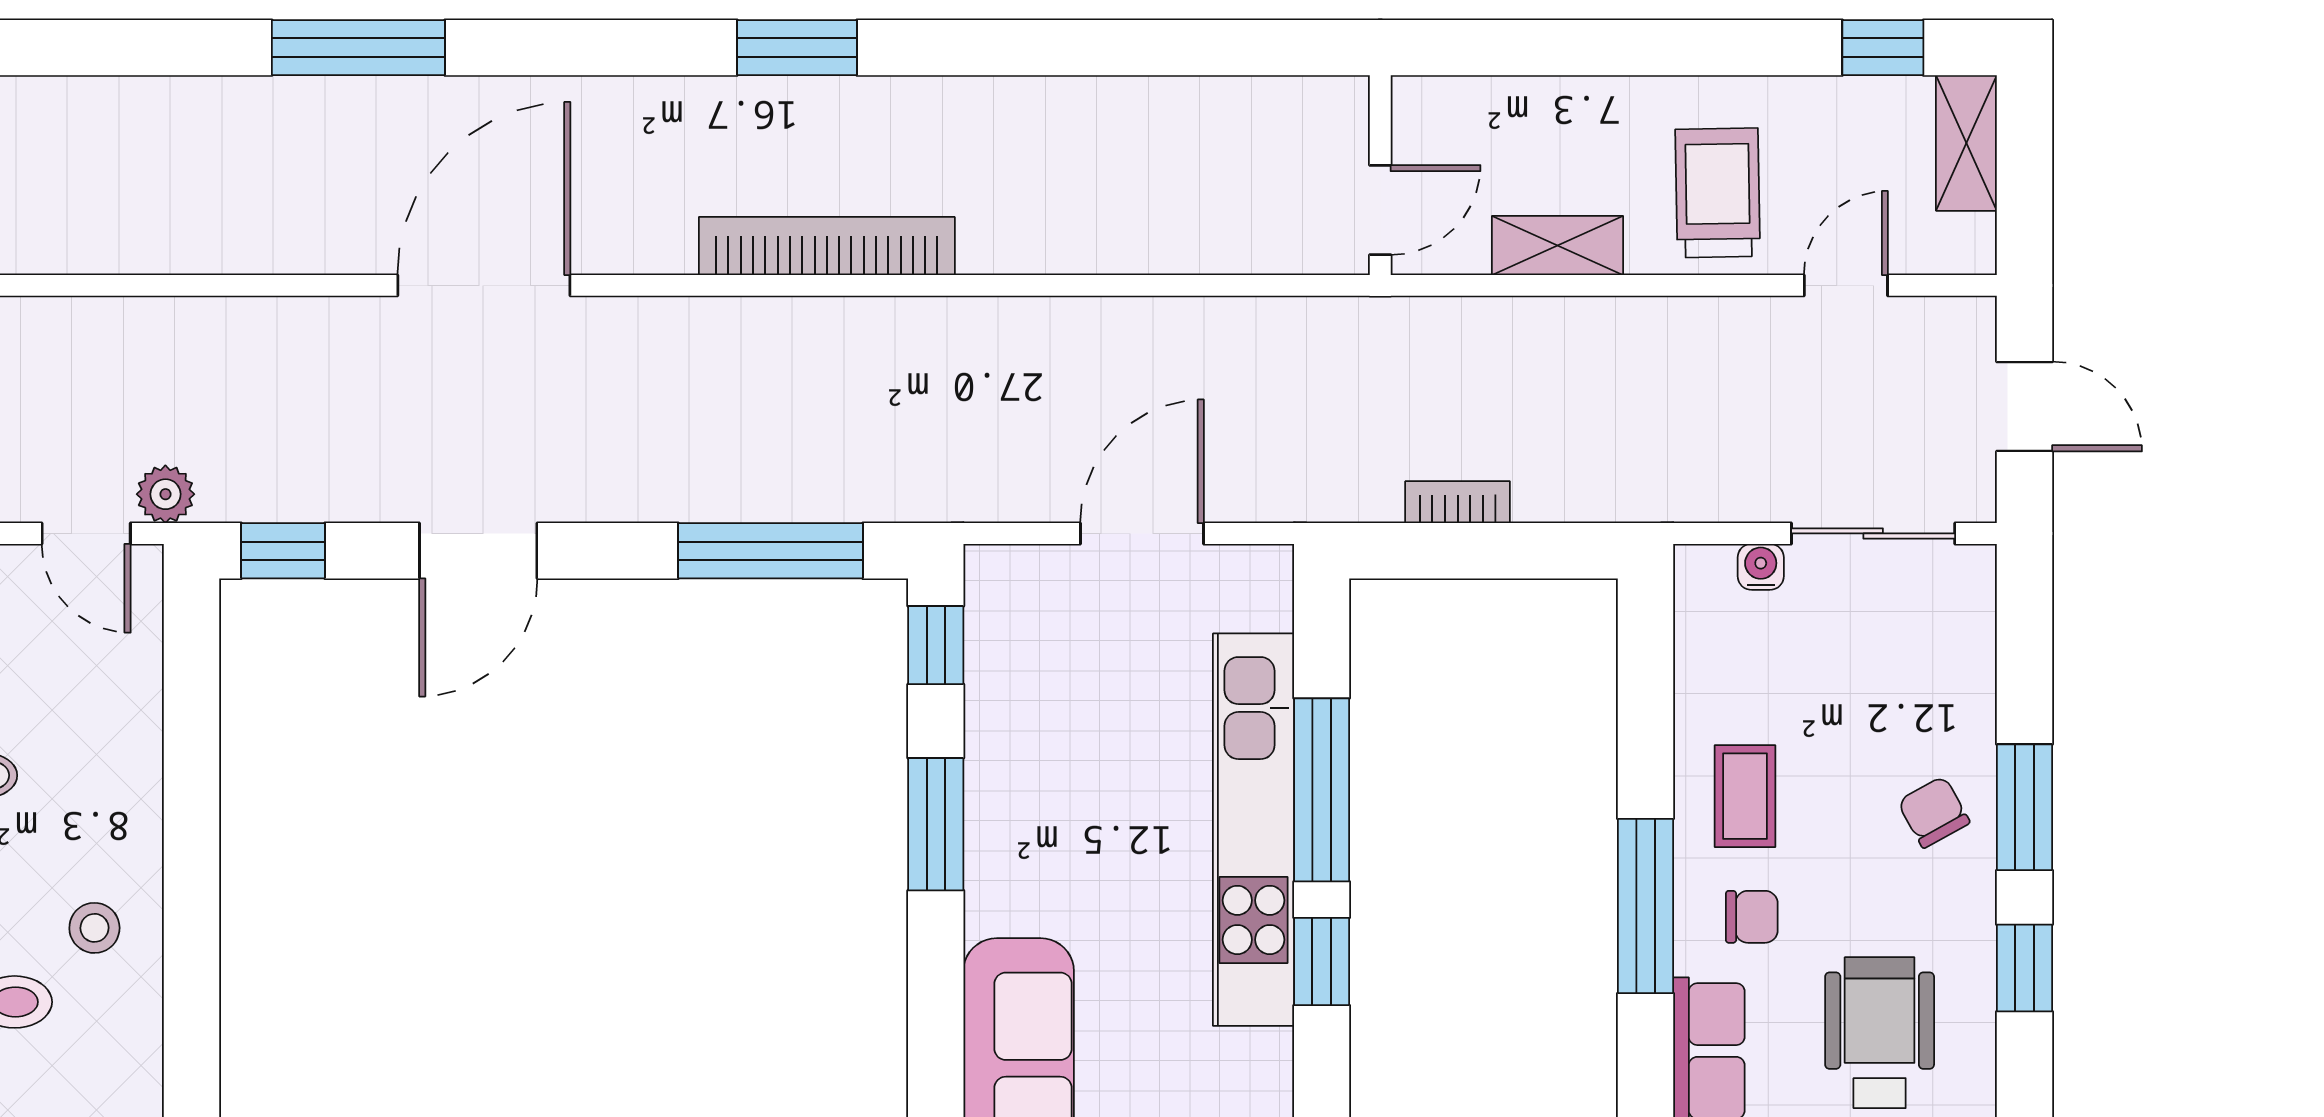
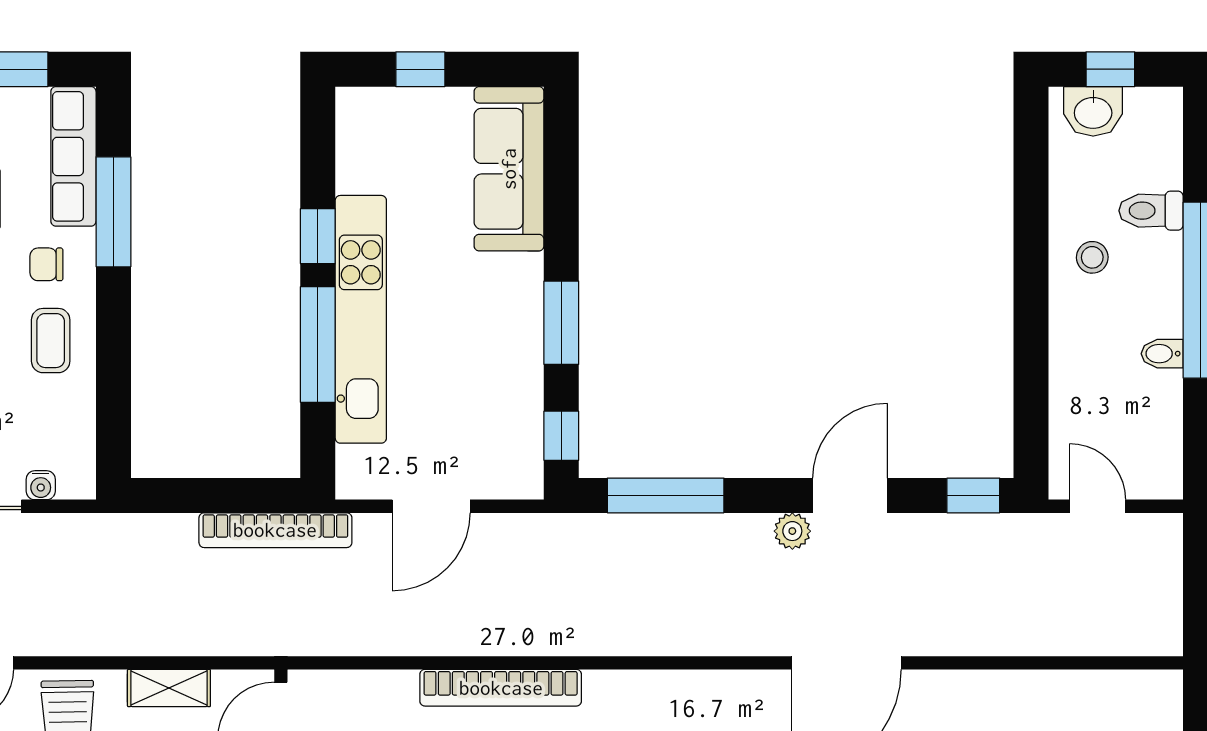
bookcase: (827, 246) -> (501, 688), moved
plant: (165, 494) -> (792, 531), moved
bookcase: (1458, 502) -> (275, 530), width x2.31, depth x1.31
window: (1646, 906) -> (113, 212), moved

